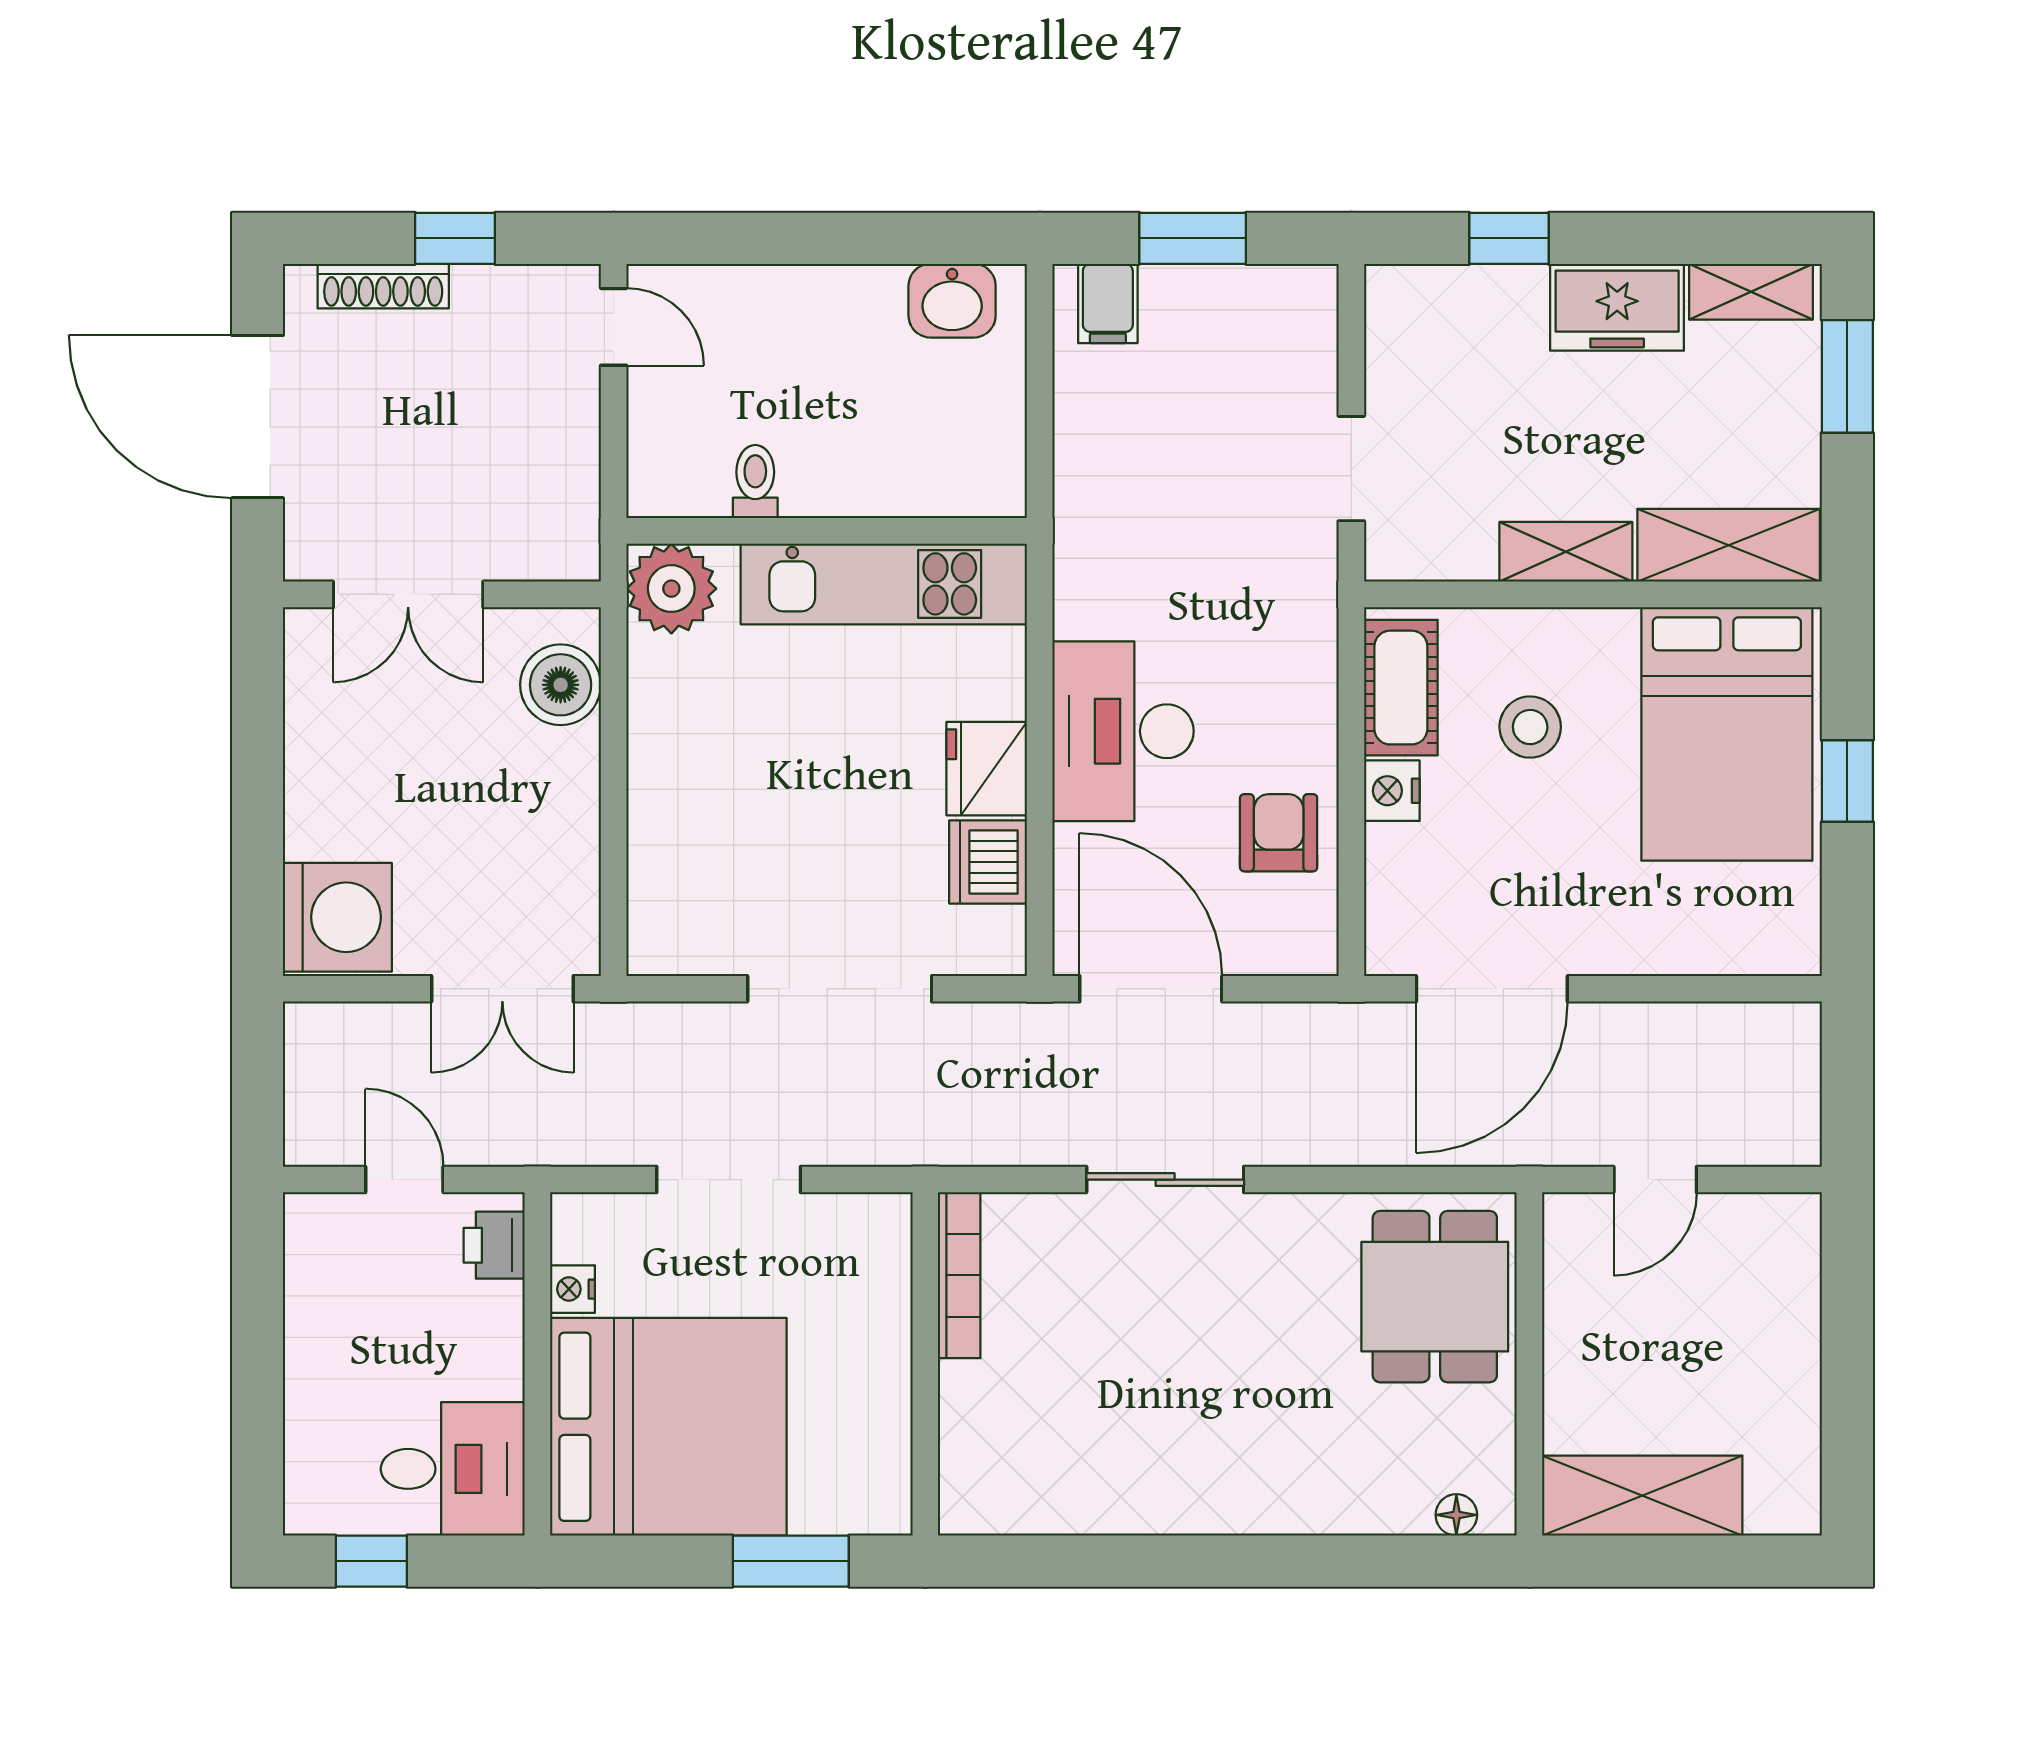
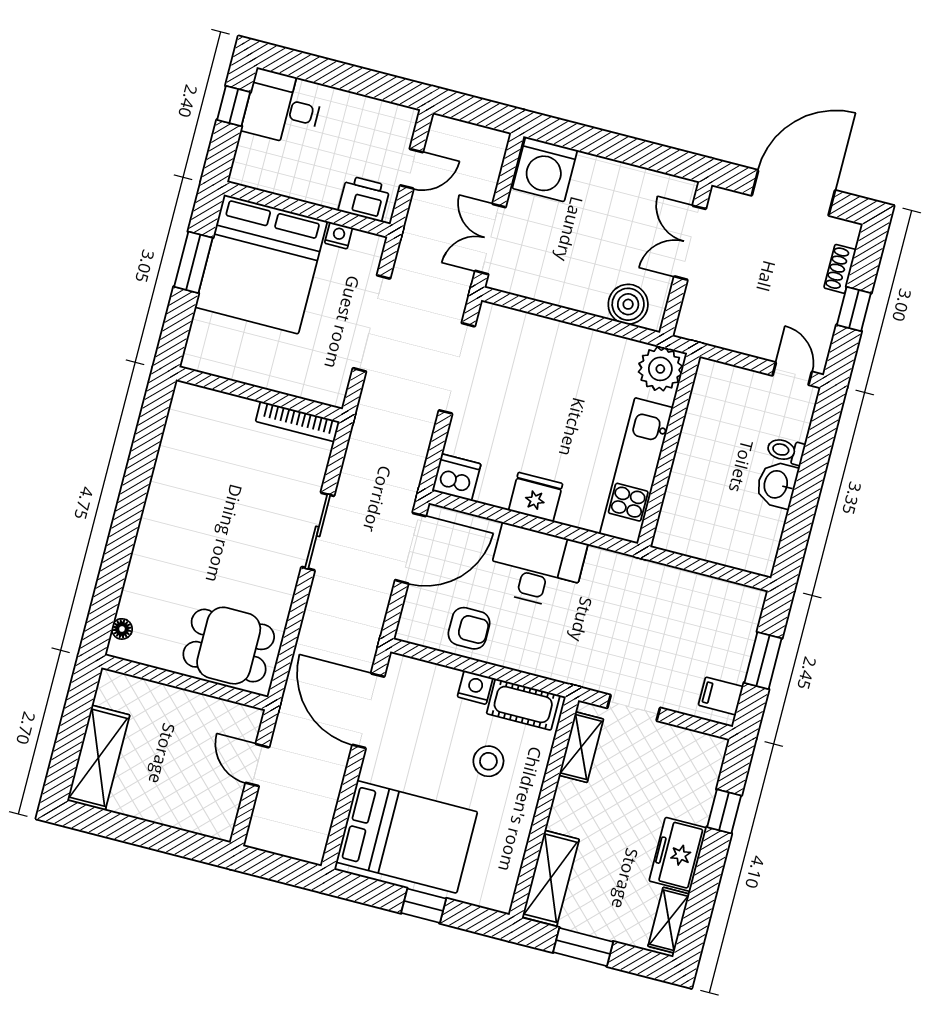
shoe rack: (383, 286) -> (840, 269), width x0.70
washbasin: (952, 301) -> (777, 485), moved
filing cabinet: (1108, 303) -> (721, 696), moved
door: (614, 327) -> (792, 374), swing flipped
window: (1847, 376) -> (583, 947), moved
toilet: (755, 482) -> (786, 451), moved, turned 180
shelving: (1566, 552) -> (581, 747), moved
bed: (1727, 734) -> (407, 837), moved, turned 180
dishwasher: (988, 862) -> (456, 477), moved
doorway: (840, 989) -> (457, 368), moved
doorway: (729, 1180) -> (372, 323), width x1.36
printer: (494, 1245) -> (364, 198), width x1.36, depth x1.24
desk: (453, 1469) -> (283, 108), moved, turned 90
shelving: (1642, 1496) -> (98, 758), moved
window: (791, 1561) -> (193, 262), moved

